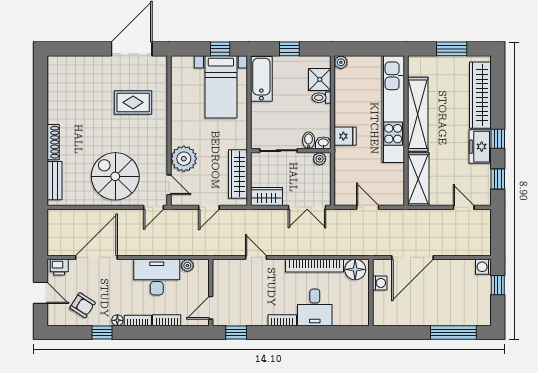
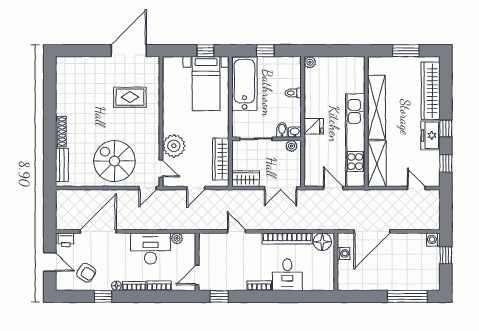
bathtub: (261, 79) -> (244, 84), width x1.36, depth x1.36
shower: (320, 79) -> (292, 77), removed
kitchen unit: (393, 109) -> (355, 140), moved

